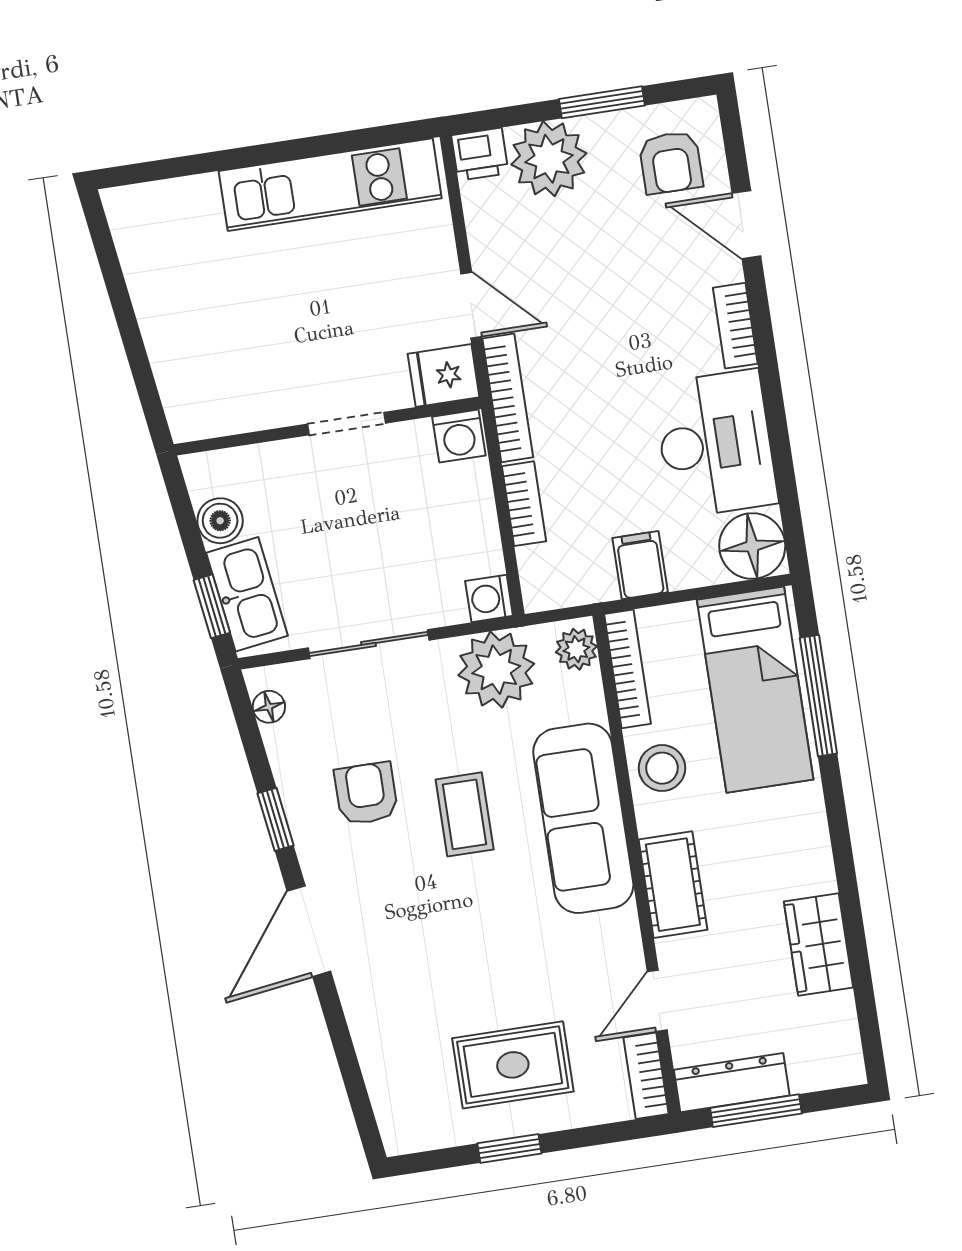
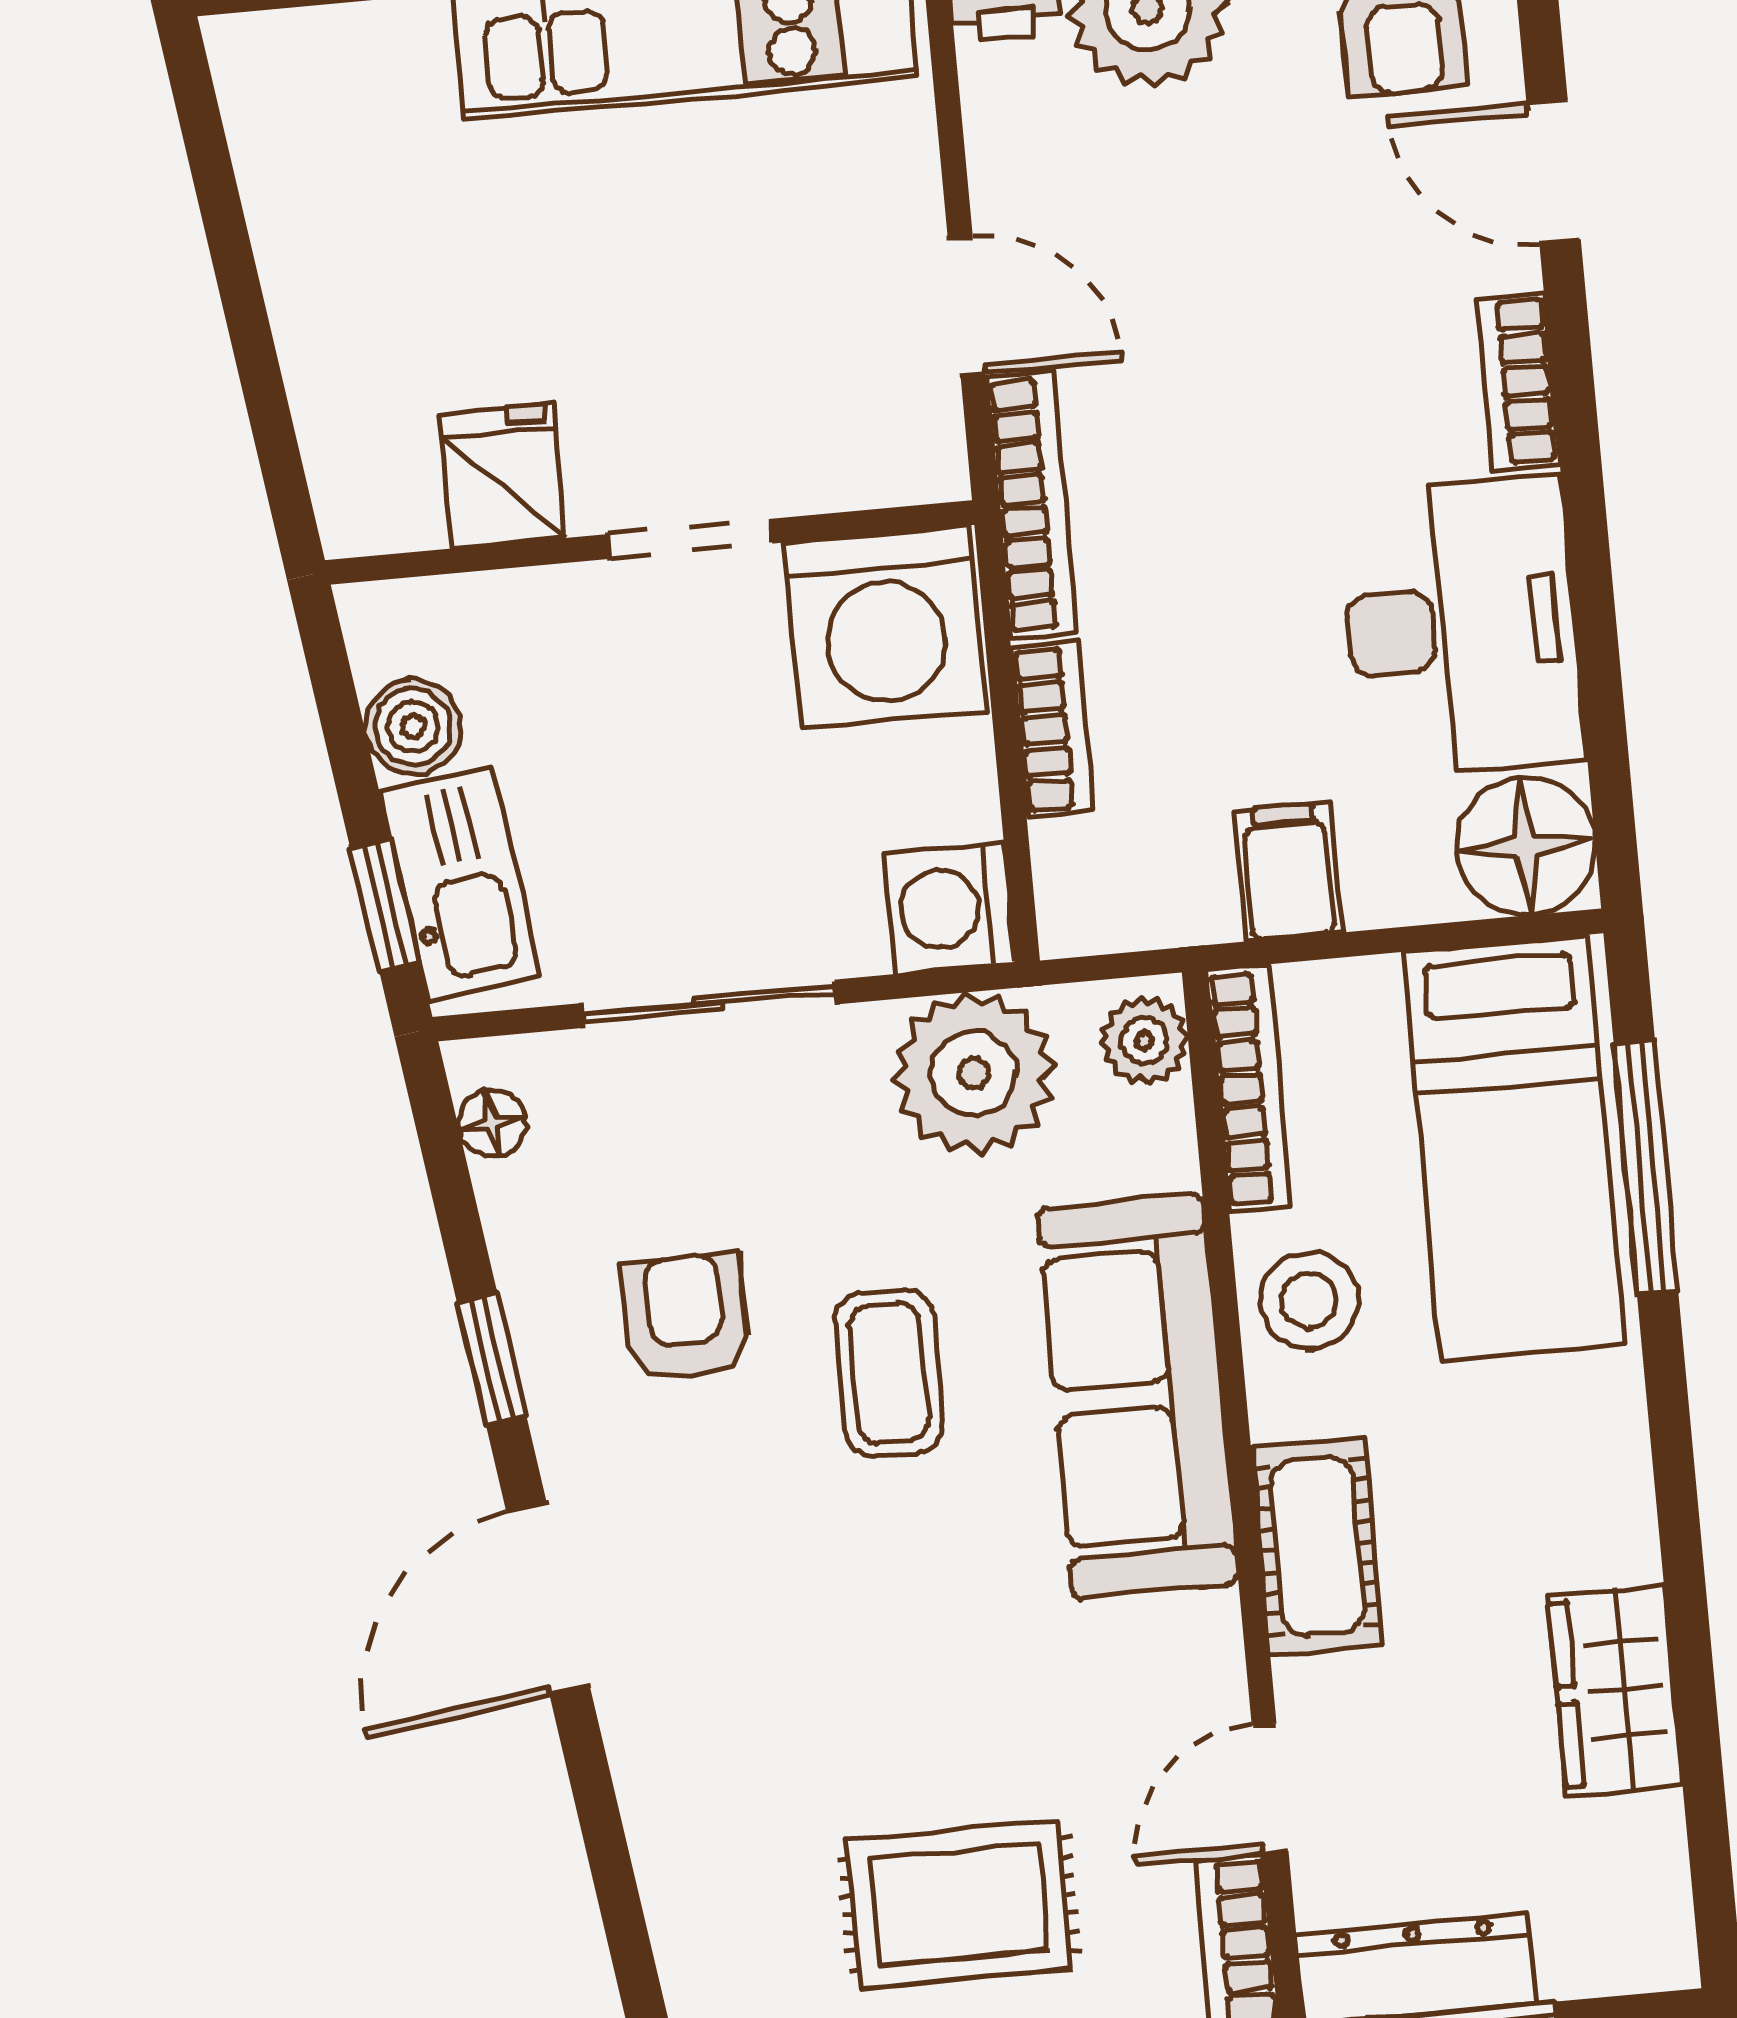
fridge: (444, 376) -> (502, 476), moved, turned 90
washing machine: (459, 436) -> (885, 626), width x1.89, depth x1.89
washing machine: (489, 598) -> (949, 908), width x1.38, depth x1.38

